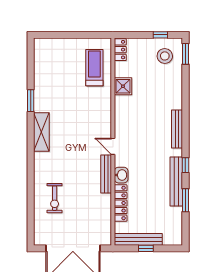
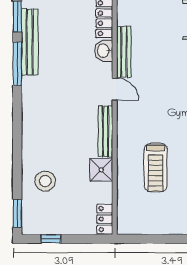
stool: (165, 56) -> (45, 181), moved
treadmill: (94, 68) -> (156, 168), moved
bench: (177, 129) -> (106, 131), moved
window: (185, 165) -> (17, 64), width x2.17

